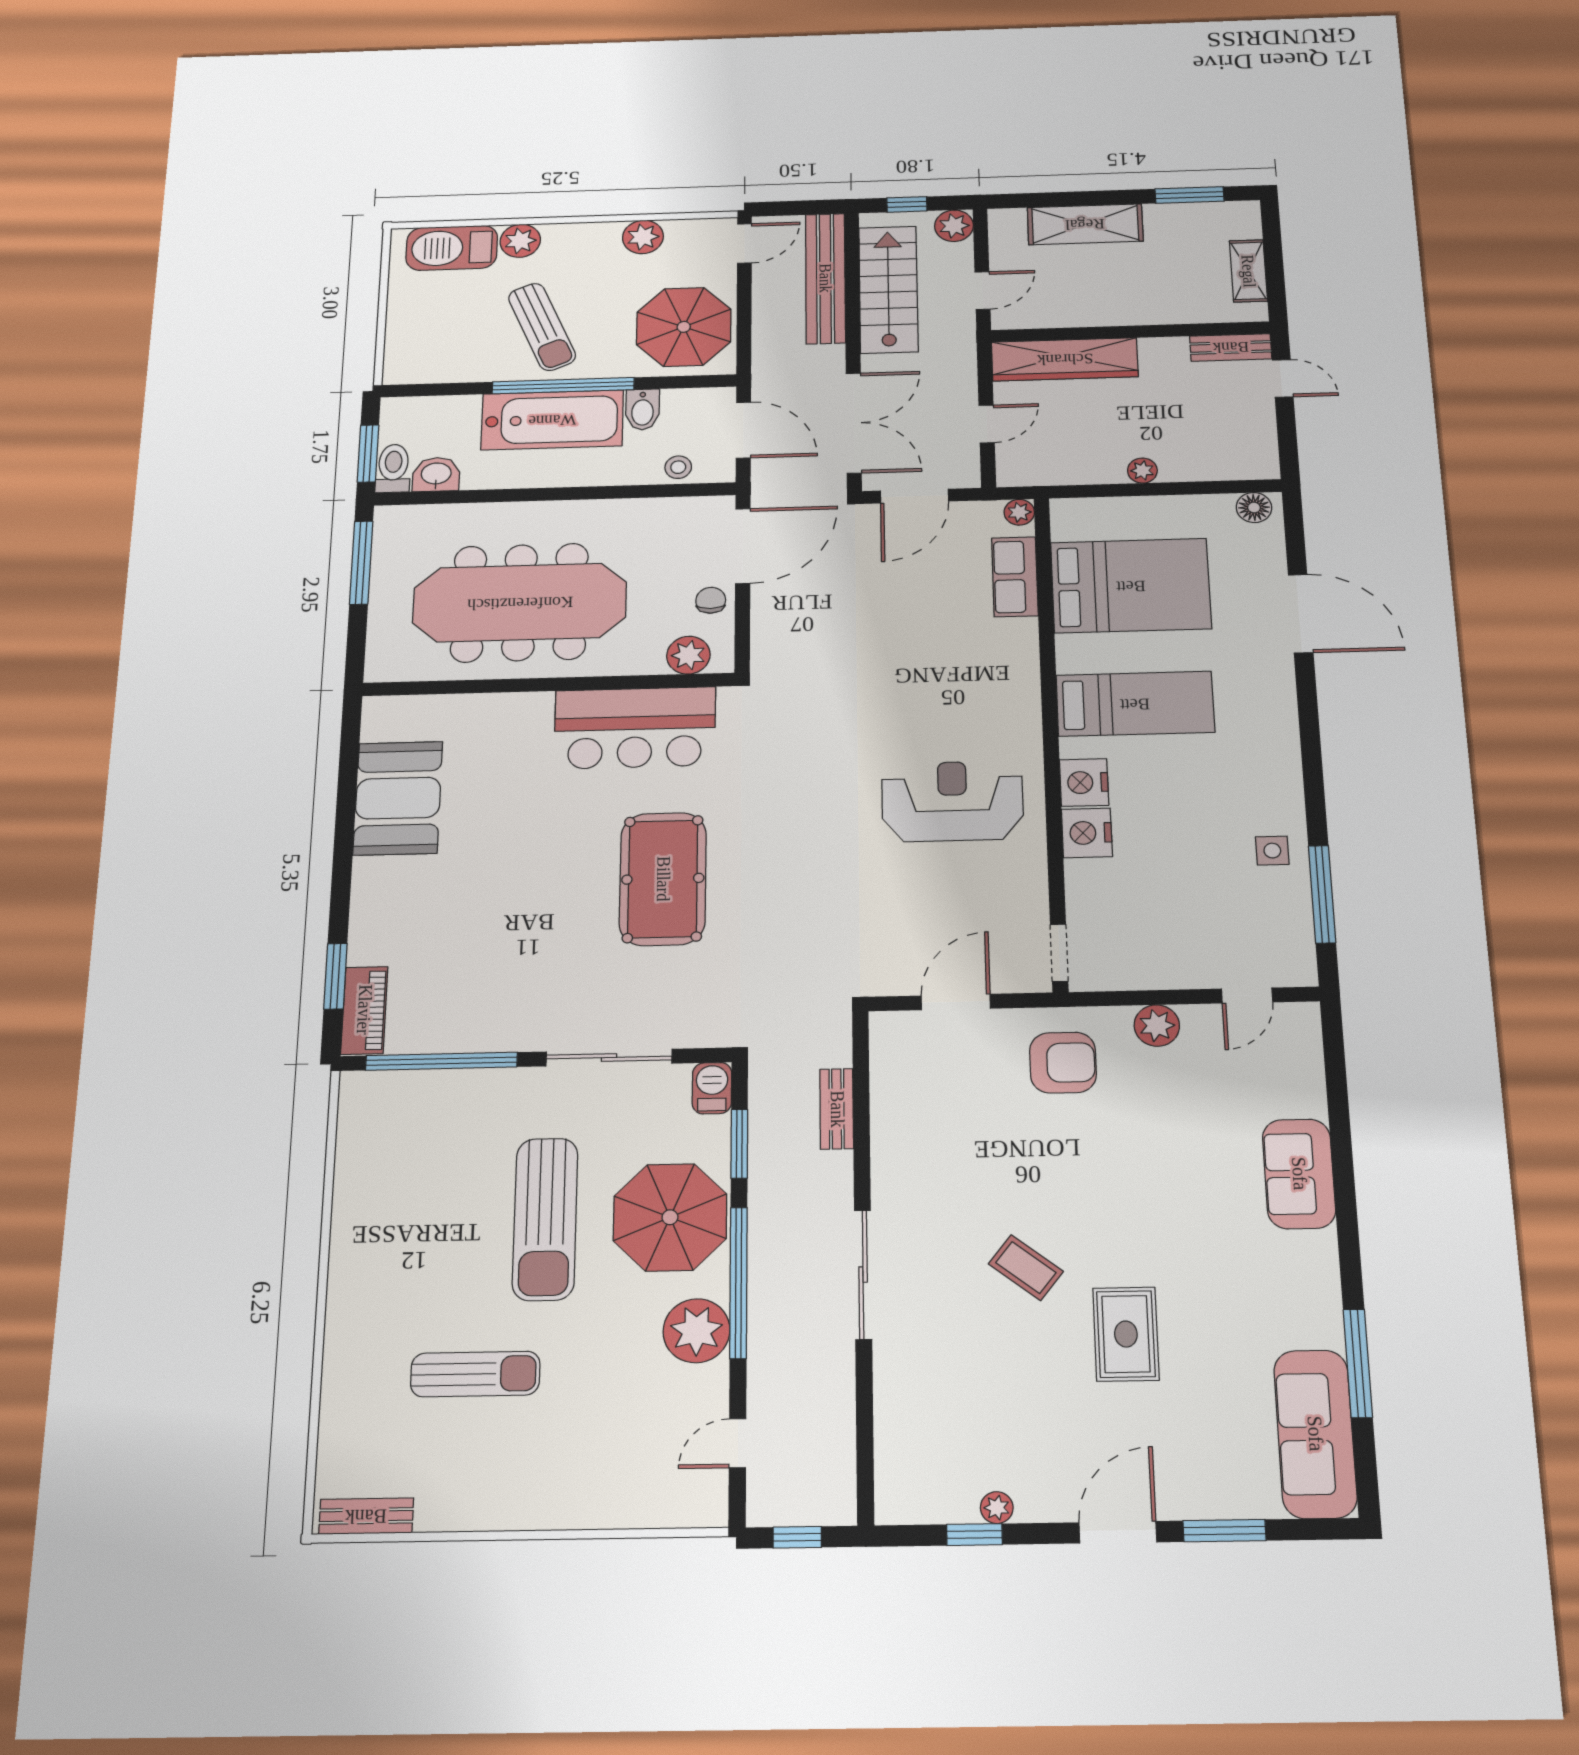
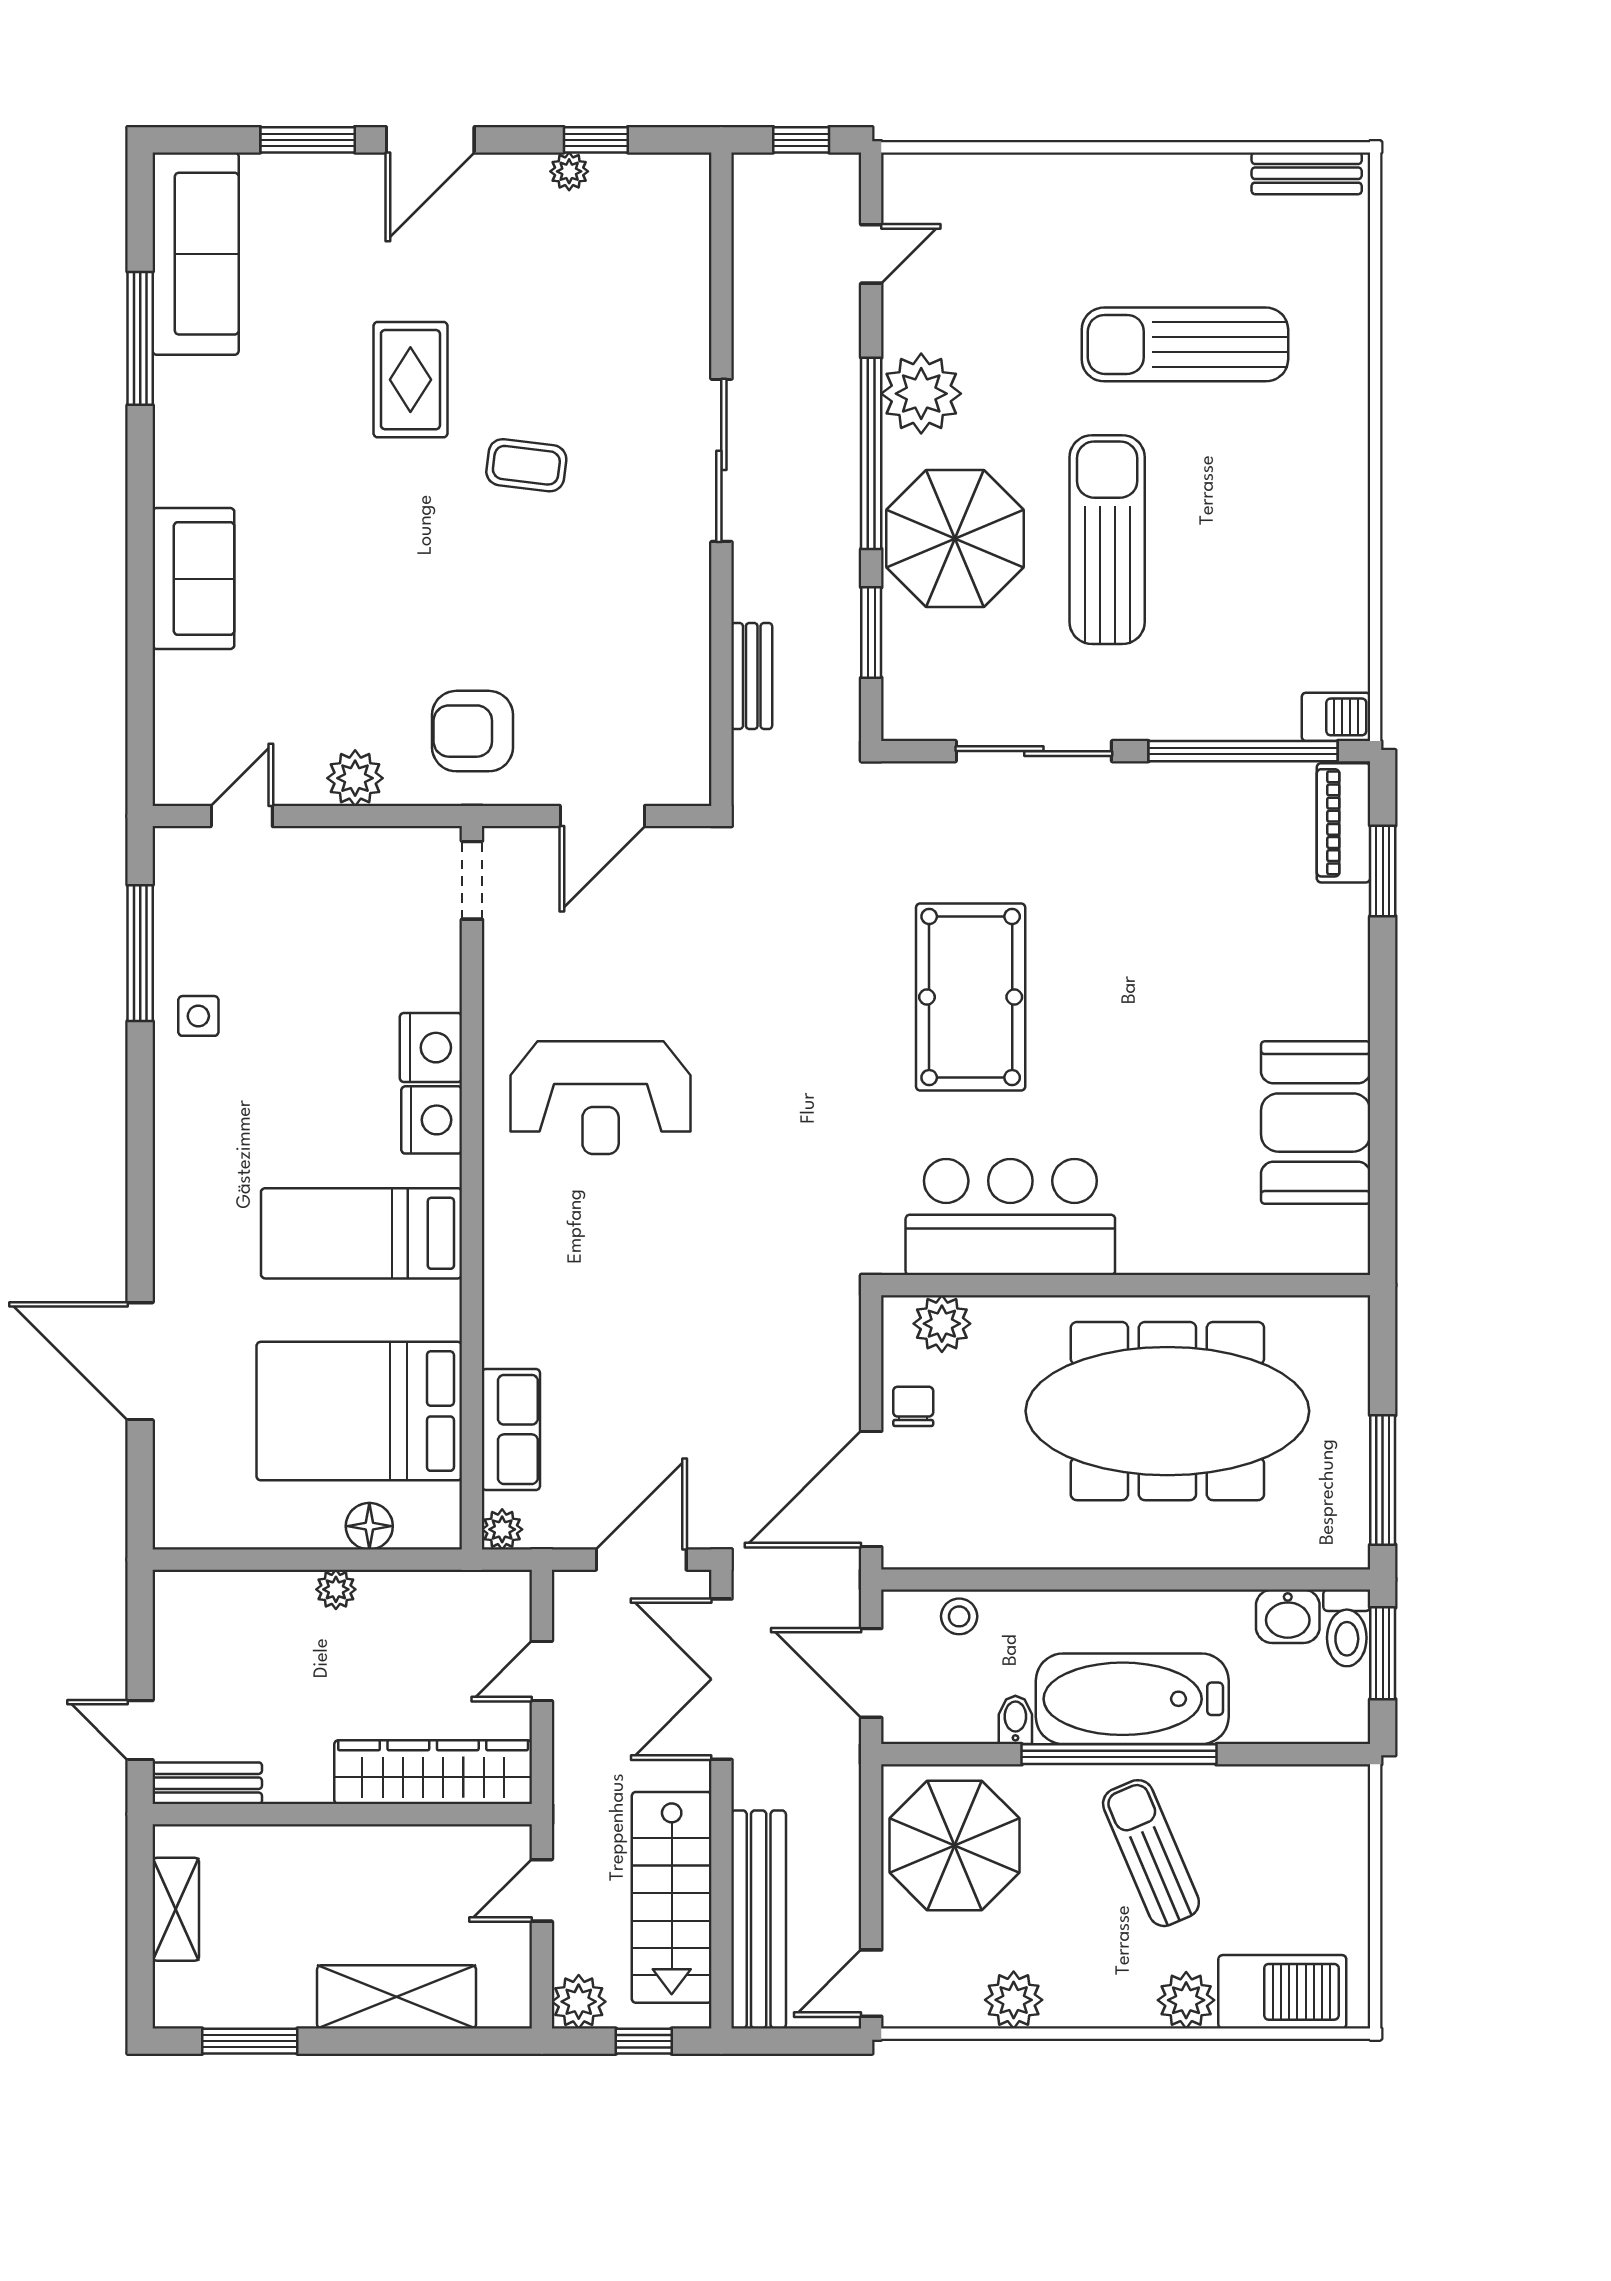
bidet: (643, 410) -> (1015, 1720), width x0.72, depth x0.74
floor lamp: (1254, 508) -> (369, 1526), moved
chair: (711, 600) -> (913, 1406), turned 180
barbecue: (712, 1088) -> (1336, 717), moved, turned -90
coffee table: (1026, 1268) -> (526, 465), turned -31
sun lounger: (475, 1374) -> (1185, 344), width x1.36, depth x1.34

